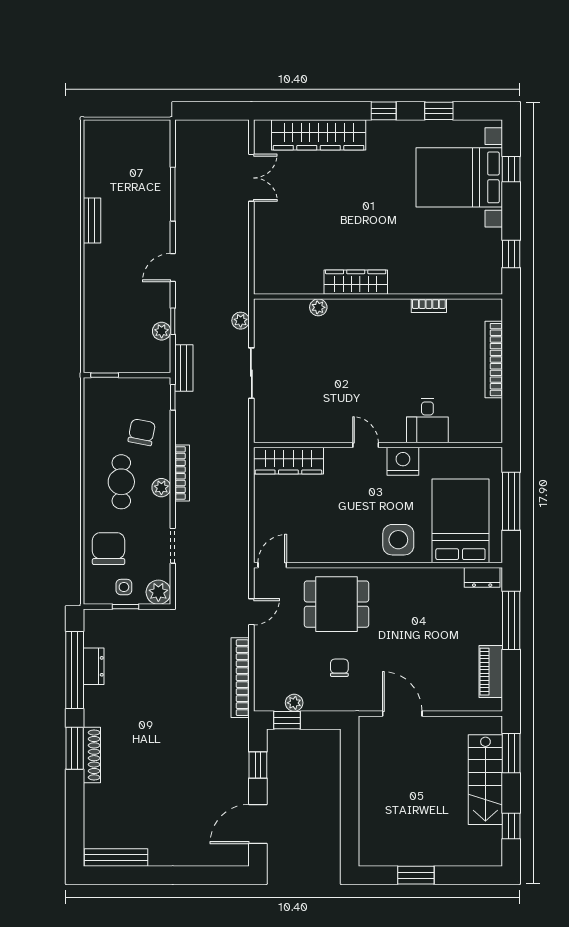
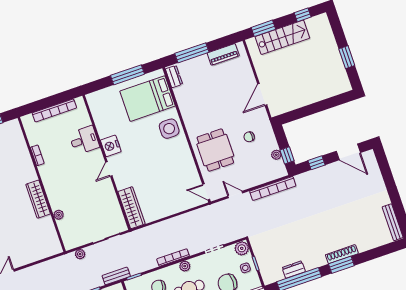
desk: (427, 421) -> (84, 140), moved
door: (366, 445) -> (109, 169), moved
wall: (378, 445) -> (107, 162), moved
wardrobe: (288, 461) -> (132, 208), moved
nightstand: (403, 461) -> (111, 146), moved

